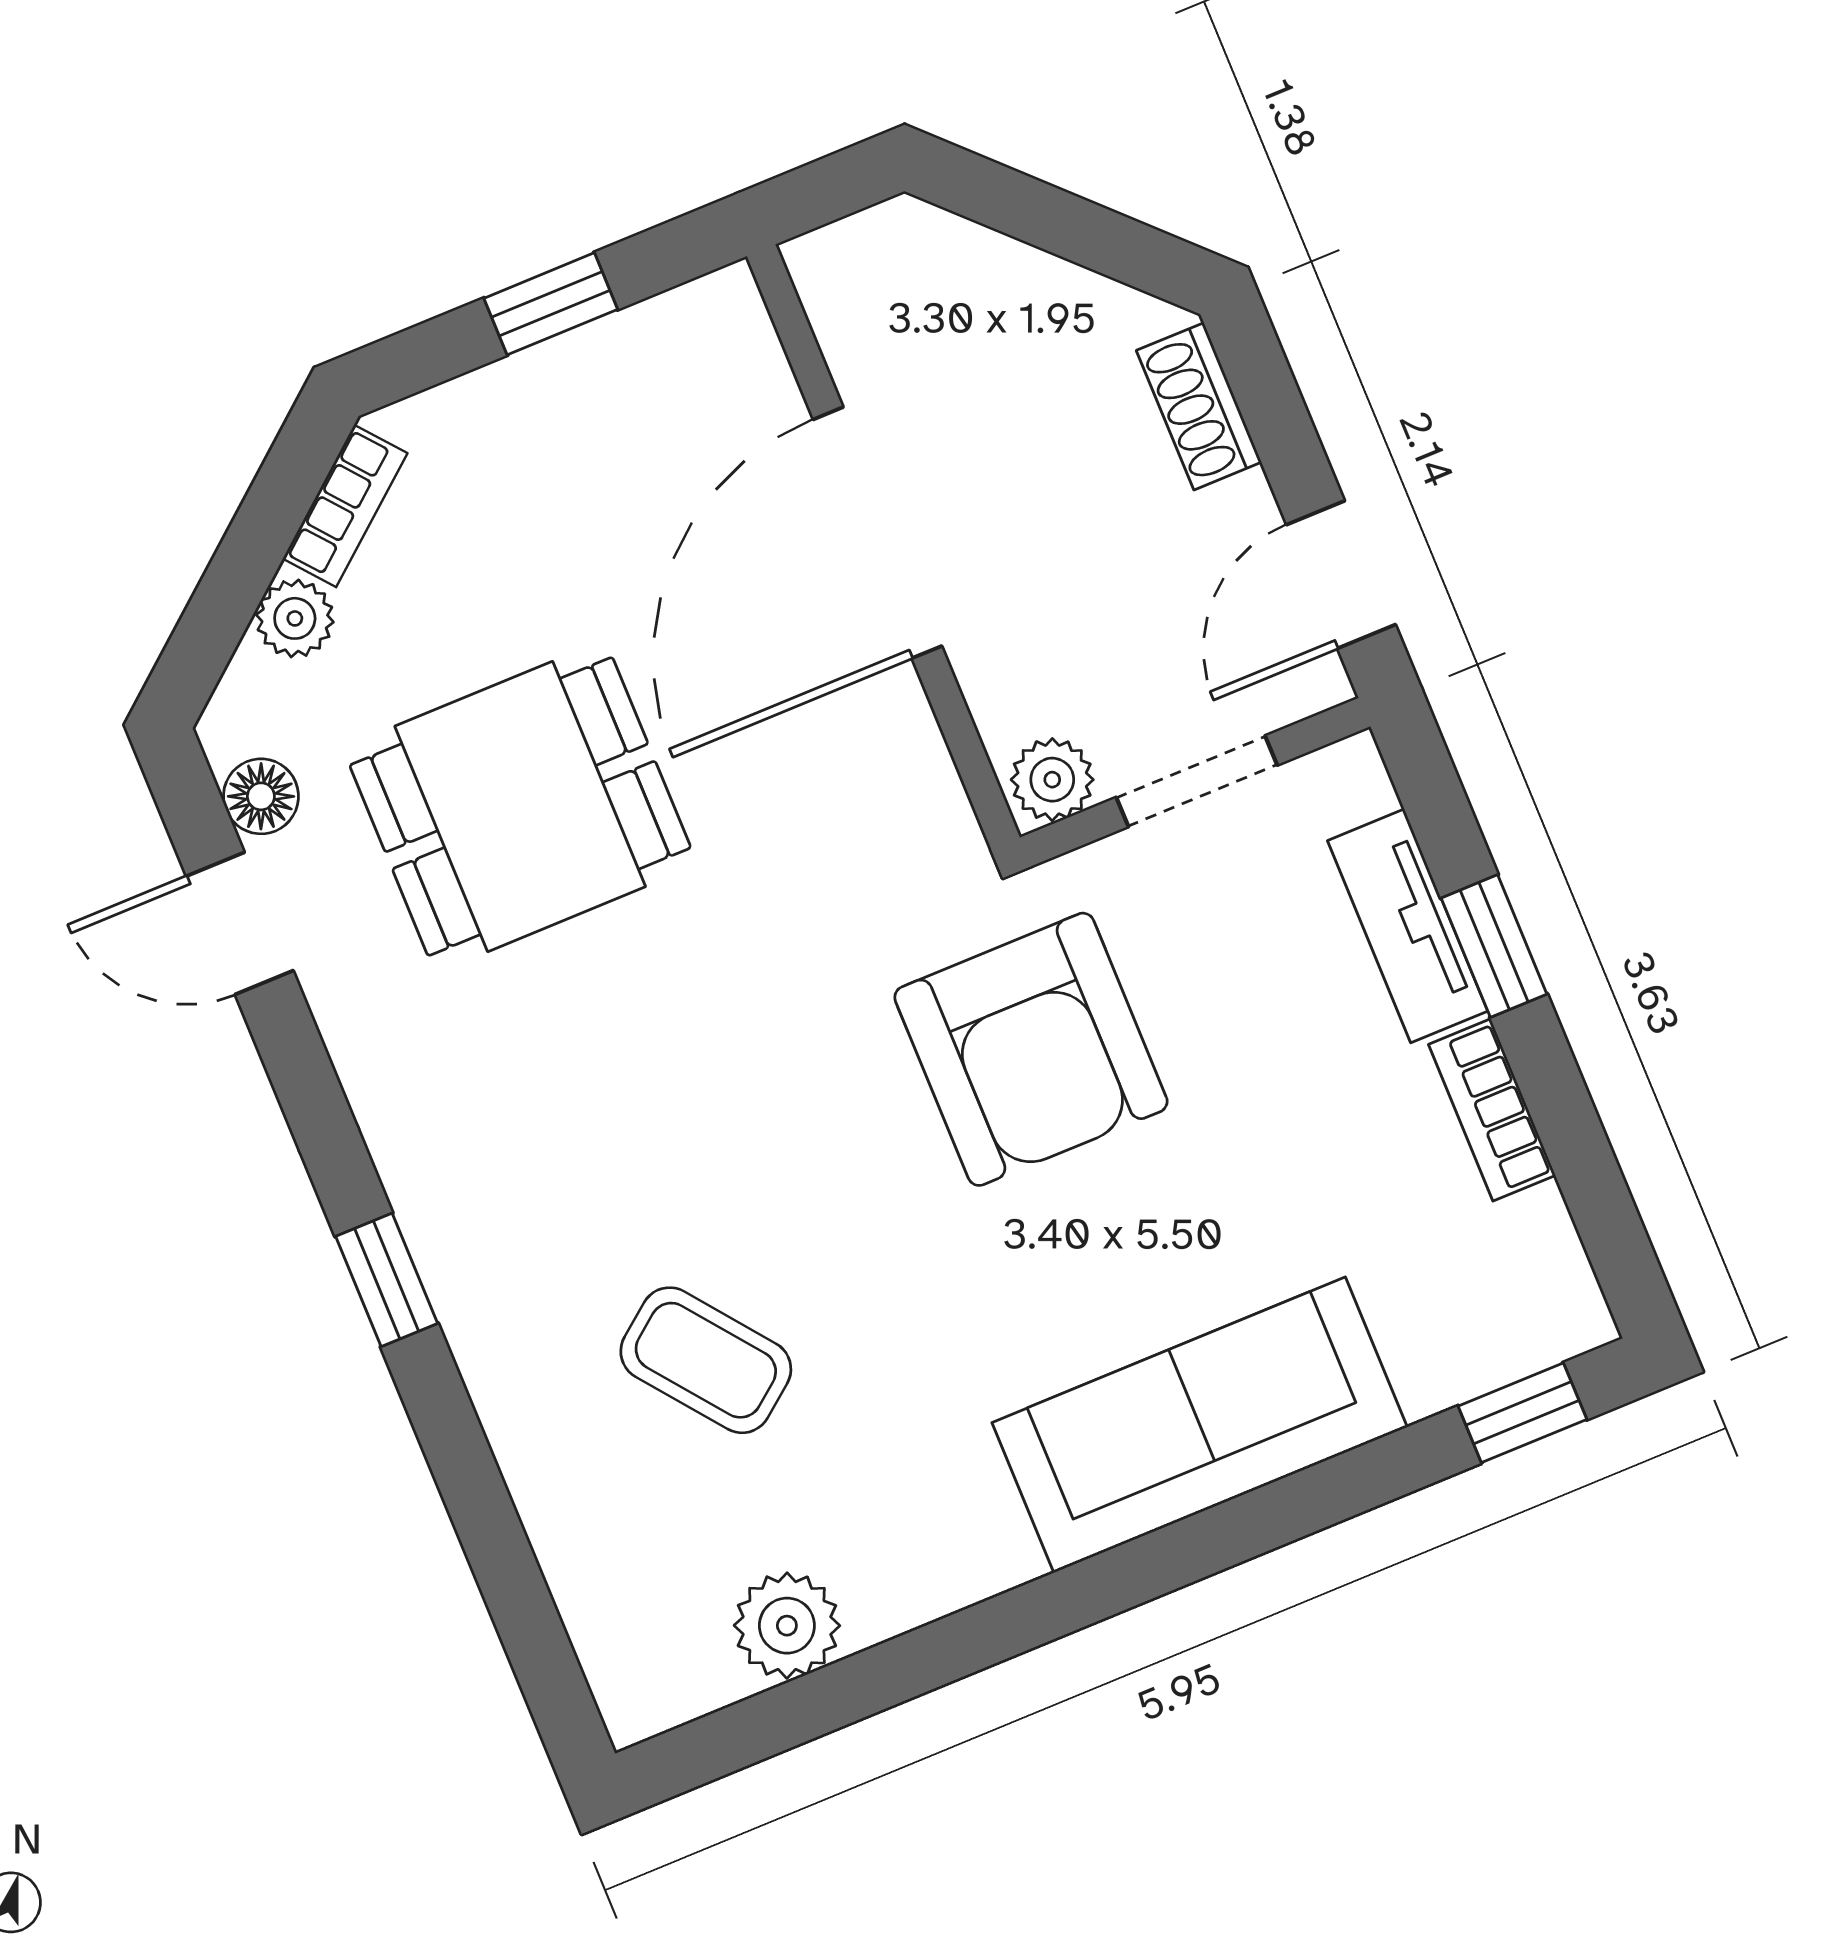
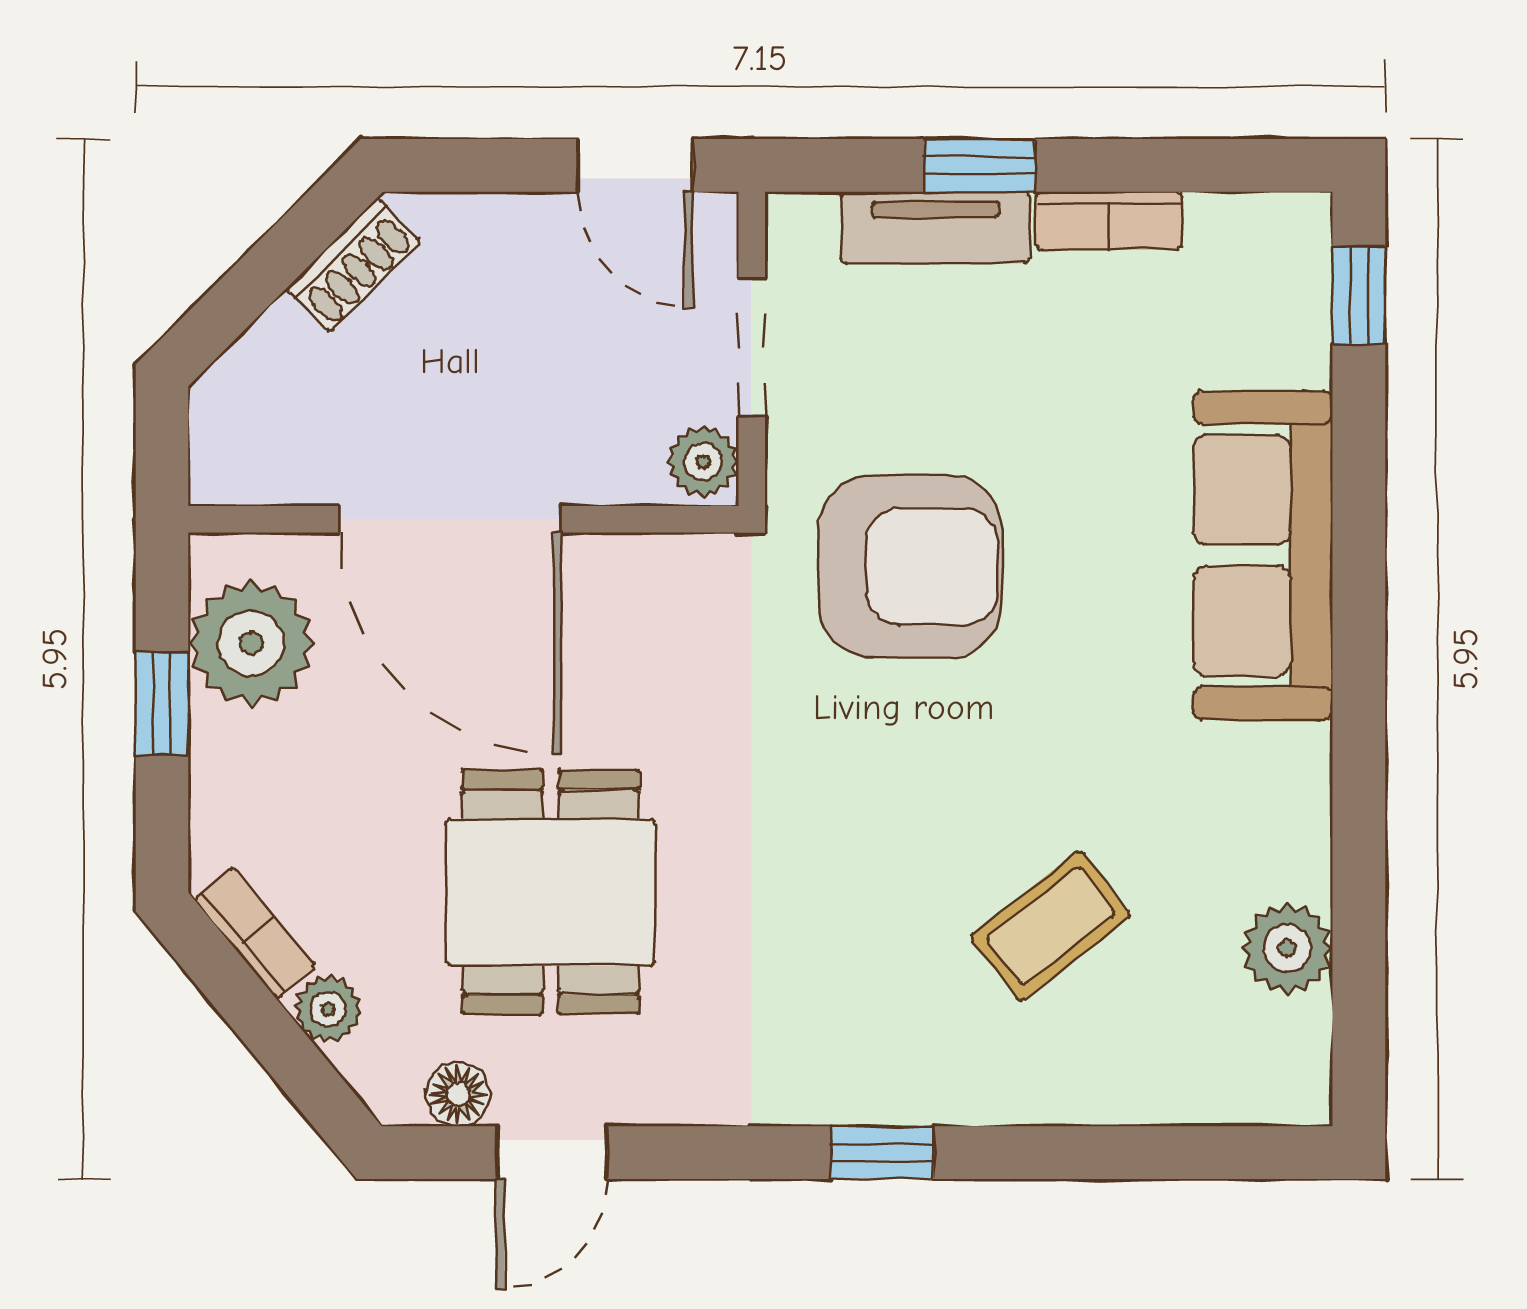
plant: (656, 373) -> (251, 643), added
shoe rack: (1199, 406) -> (354, 265), moved, turned -45

